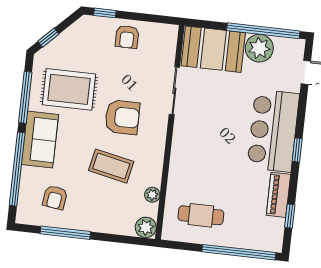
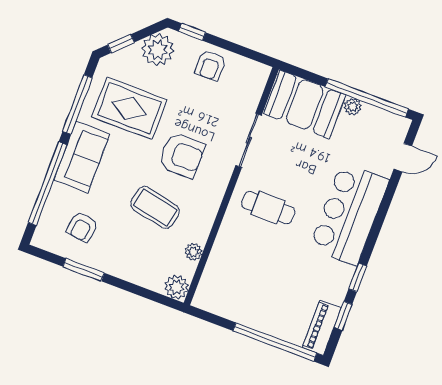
plant: (80, 35) -> (158, 50), added
plant: (259, 48) -> (353, 107), width x0.53, depth x0.53
window: (297, 150) -> (358, 277), moved
piano: (278, 195) -> (322, 328), moved
cafe table: (201, 215) -> (268, 208), moved
window: (65, 233) -> (84, 270), width x0.69

